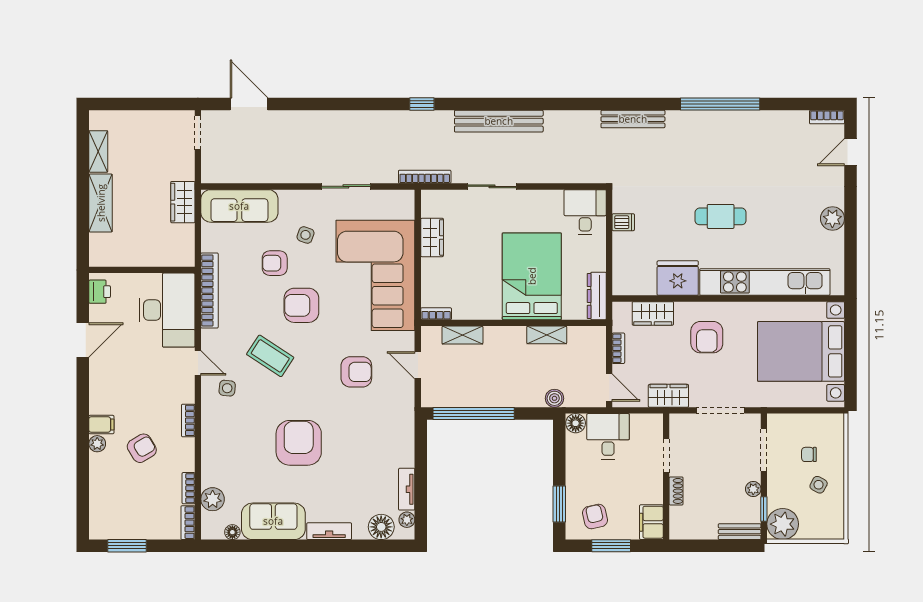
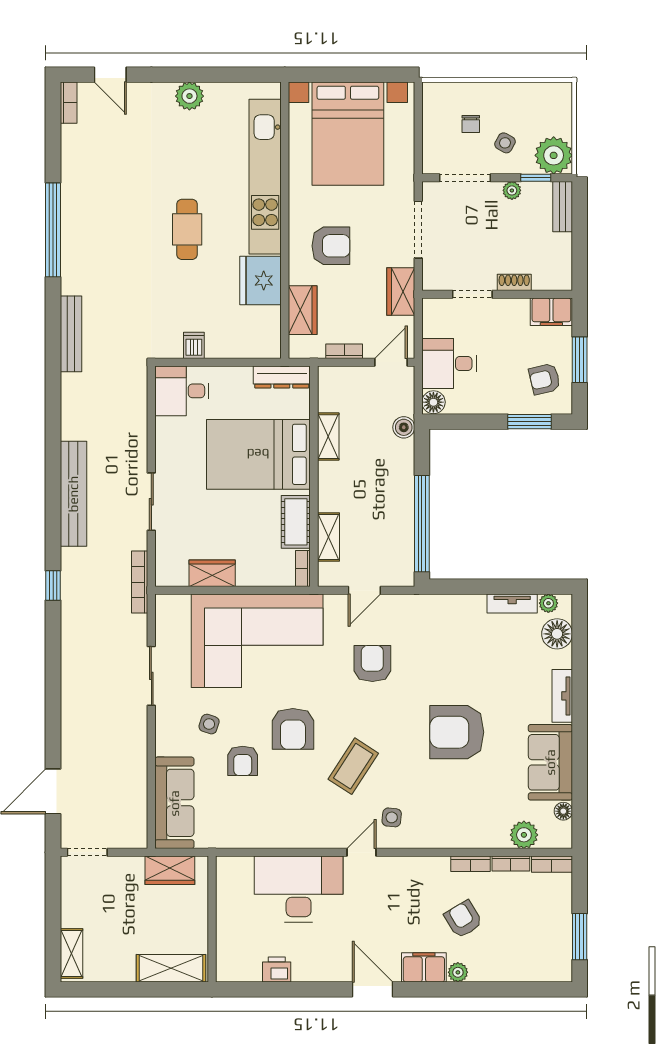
shelving: (98, 151) -> (71, 953), moved, turned 90
wall: (142, 270) -> (212, 919), moved
bookcase: (209, 290) -> (275, 839), removed
cot: (475, 308) -> (296, 522), added
door: (83, 340) -> (373, 989), moved
bookcase: (188, 420) -> (471, 864), moved
filing cabinet: (101, 425) -> (424, 967), width x2.00
side table: (819, 485) -> (505, 143), moved

